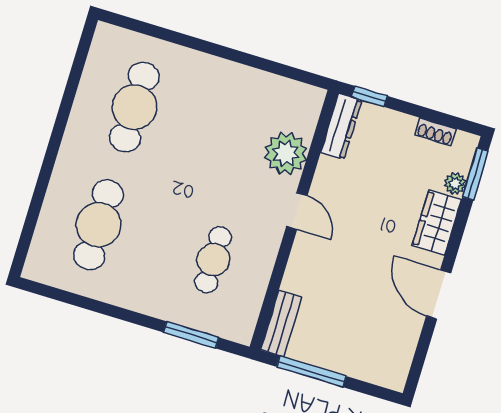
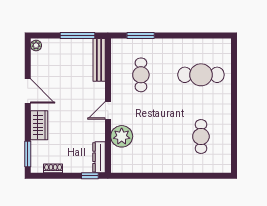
cafe table: (134, 107) -> (201, 137), width x0.73, depth x0.74
plant: (455, 184) -> (36, 45), moved
door: (297, 211) -> (108, 110), hinge flipped
cafe table: (99, 225) -> (201, 75), turned 90
bench: (281, 323) -> (99, 60), width x1.36

